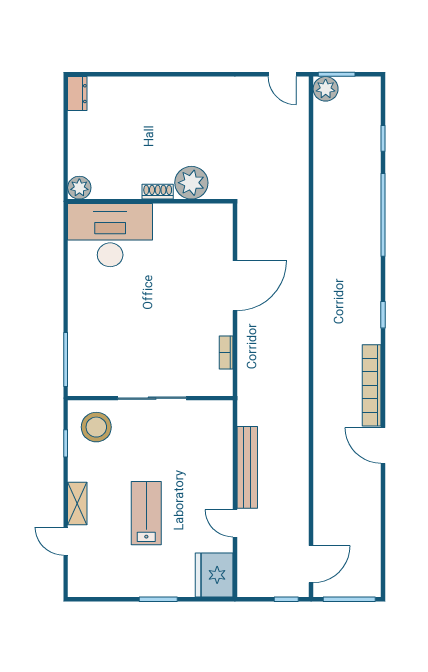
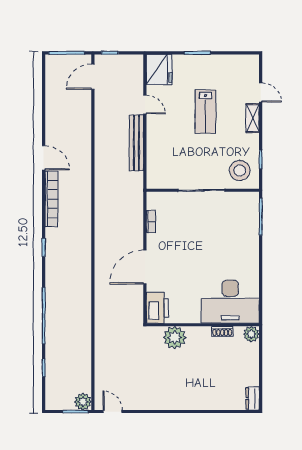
shoe rack: (158, 192) -> (222, 331), moved
printer: (217, 226) -> (157, 308), added

